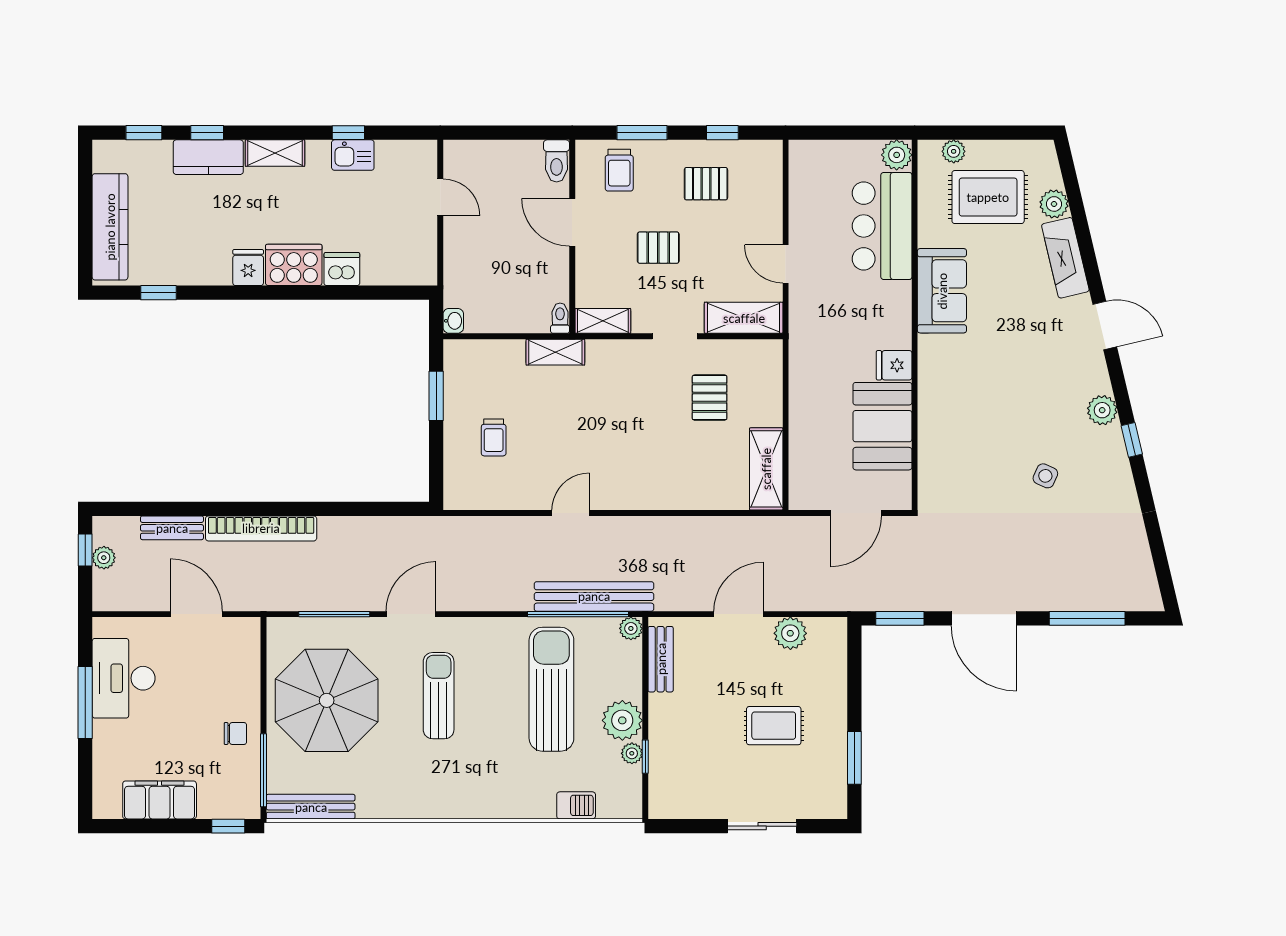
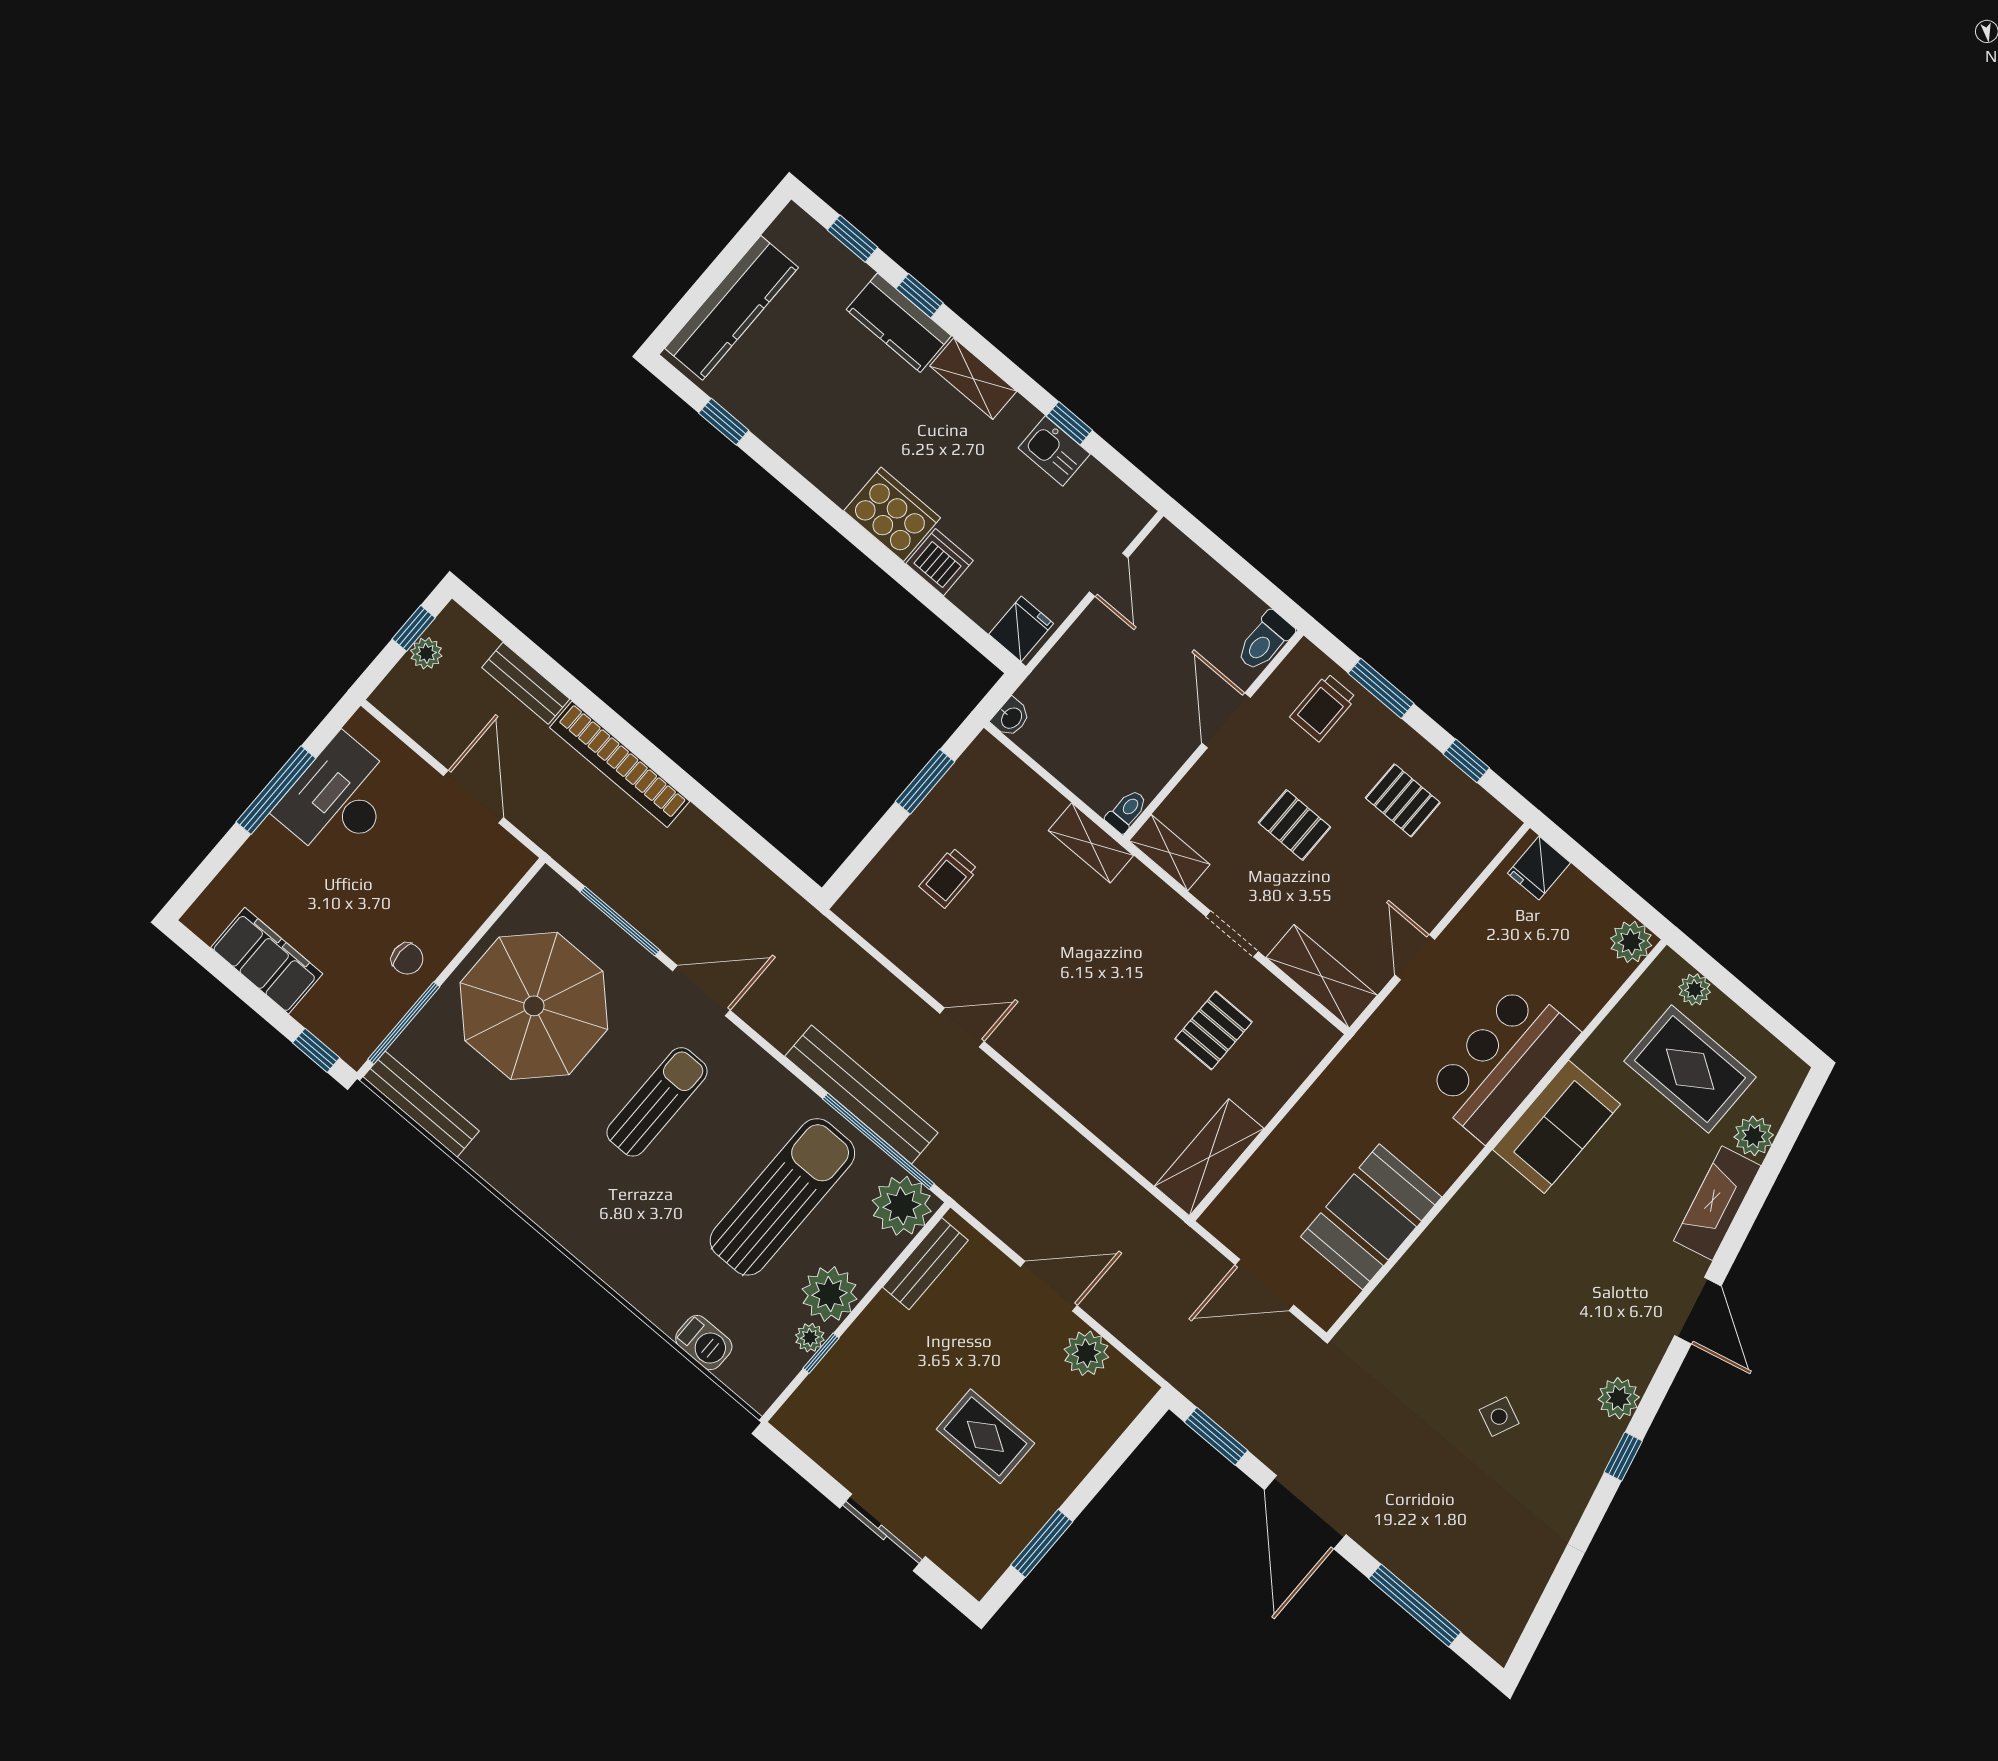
bar counter: (882, 226) -> (1502, 1062), moved
fridge: (248, 268) -> (1021, 629), moved
fridge: (894, 365) -> (1539, 868), moved, turned -90
bench: (594, 596) -> (861, 1094), moved
plant: (631, 628) -> (902, 1206), width x1.88, depth x1.88

